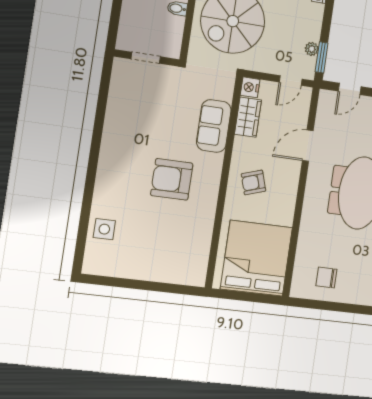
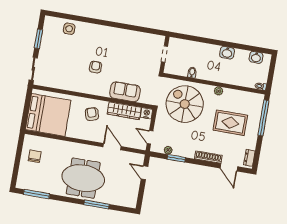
window: (322, 57) -> (176, 158), moved
wardrobe: (248, 117) -> (124, 111), width x1.50
armchair: (172, 179) -> (96, 67), width x0.53, depth x0.53
window: (124, 283) -> (38, 39), added
sliding door: (177, 289) -> (33, 69), added

